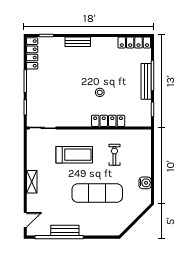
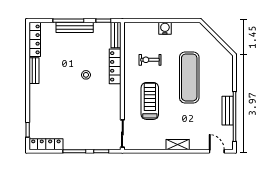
bench: (78, 42) -> (34, 71), moved
bench: (139, 122) -> (116, 35), added
water cooler: (145, 183) -> (165, 28), moved

